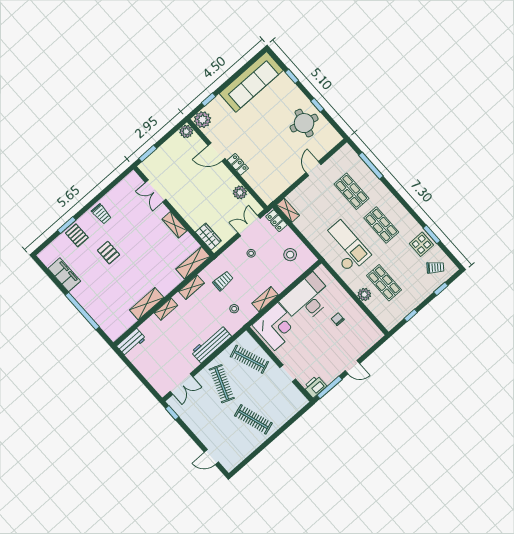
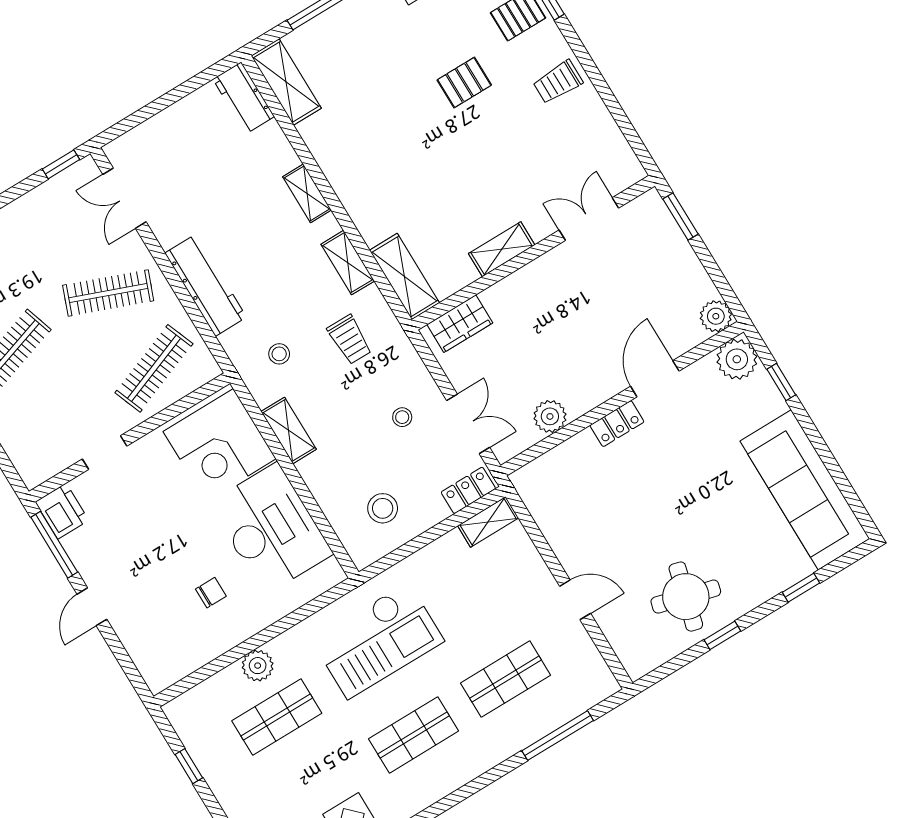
shelving: (147, 304) -> (286, 82), moved

